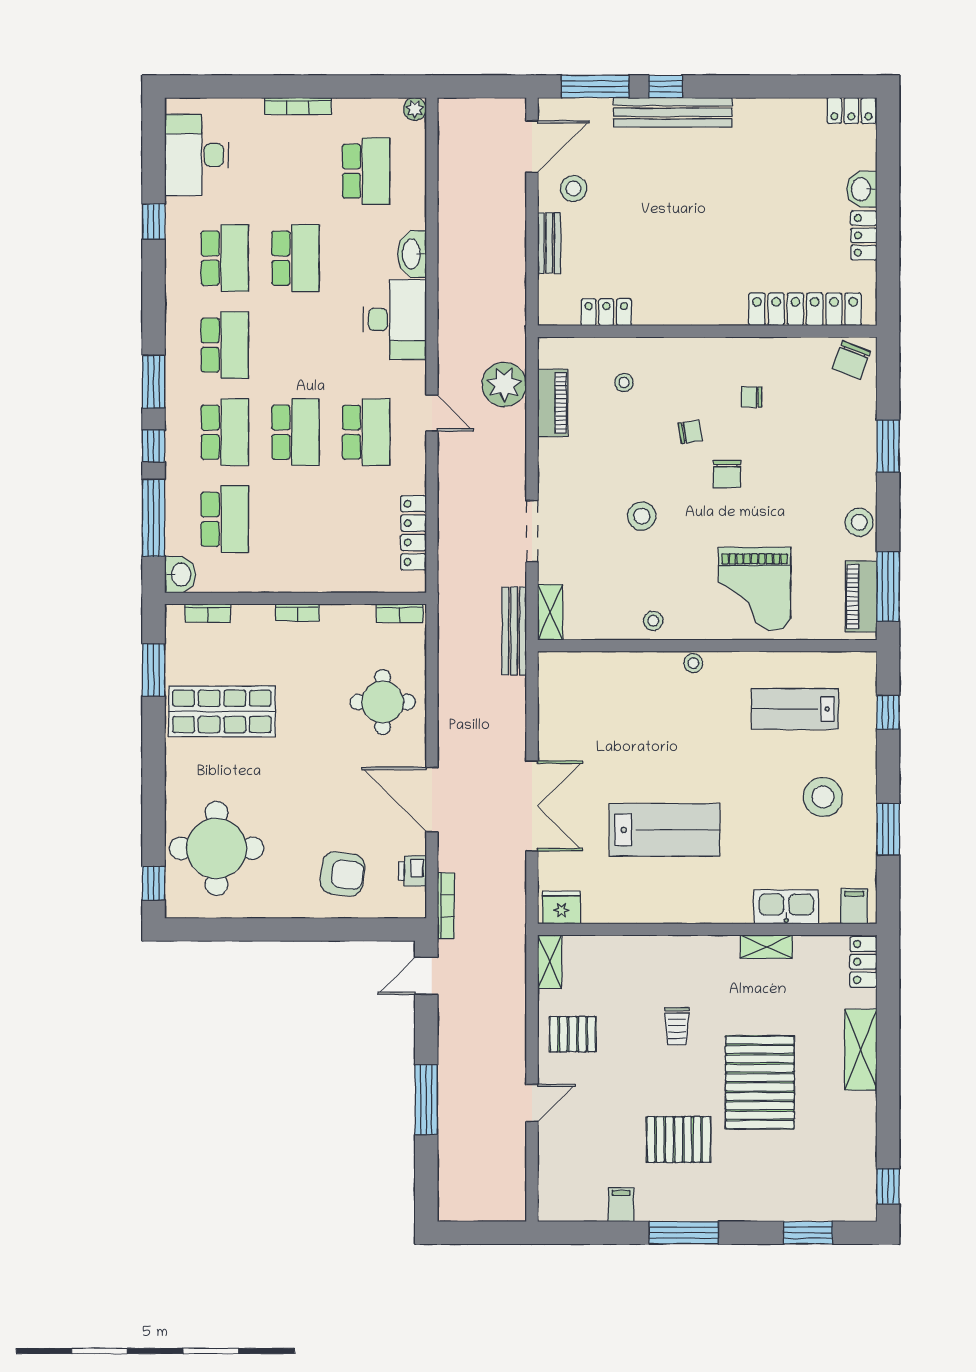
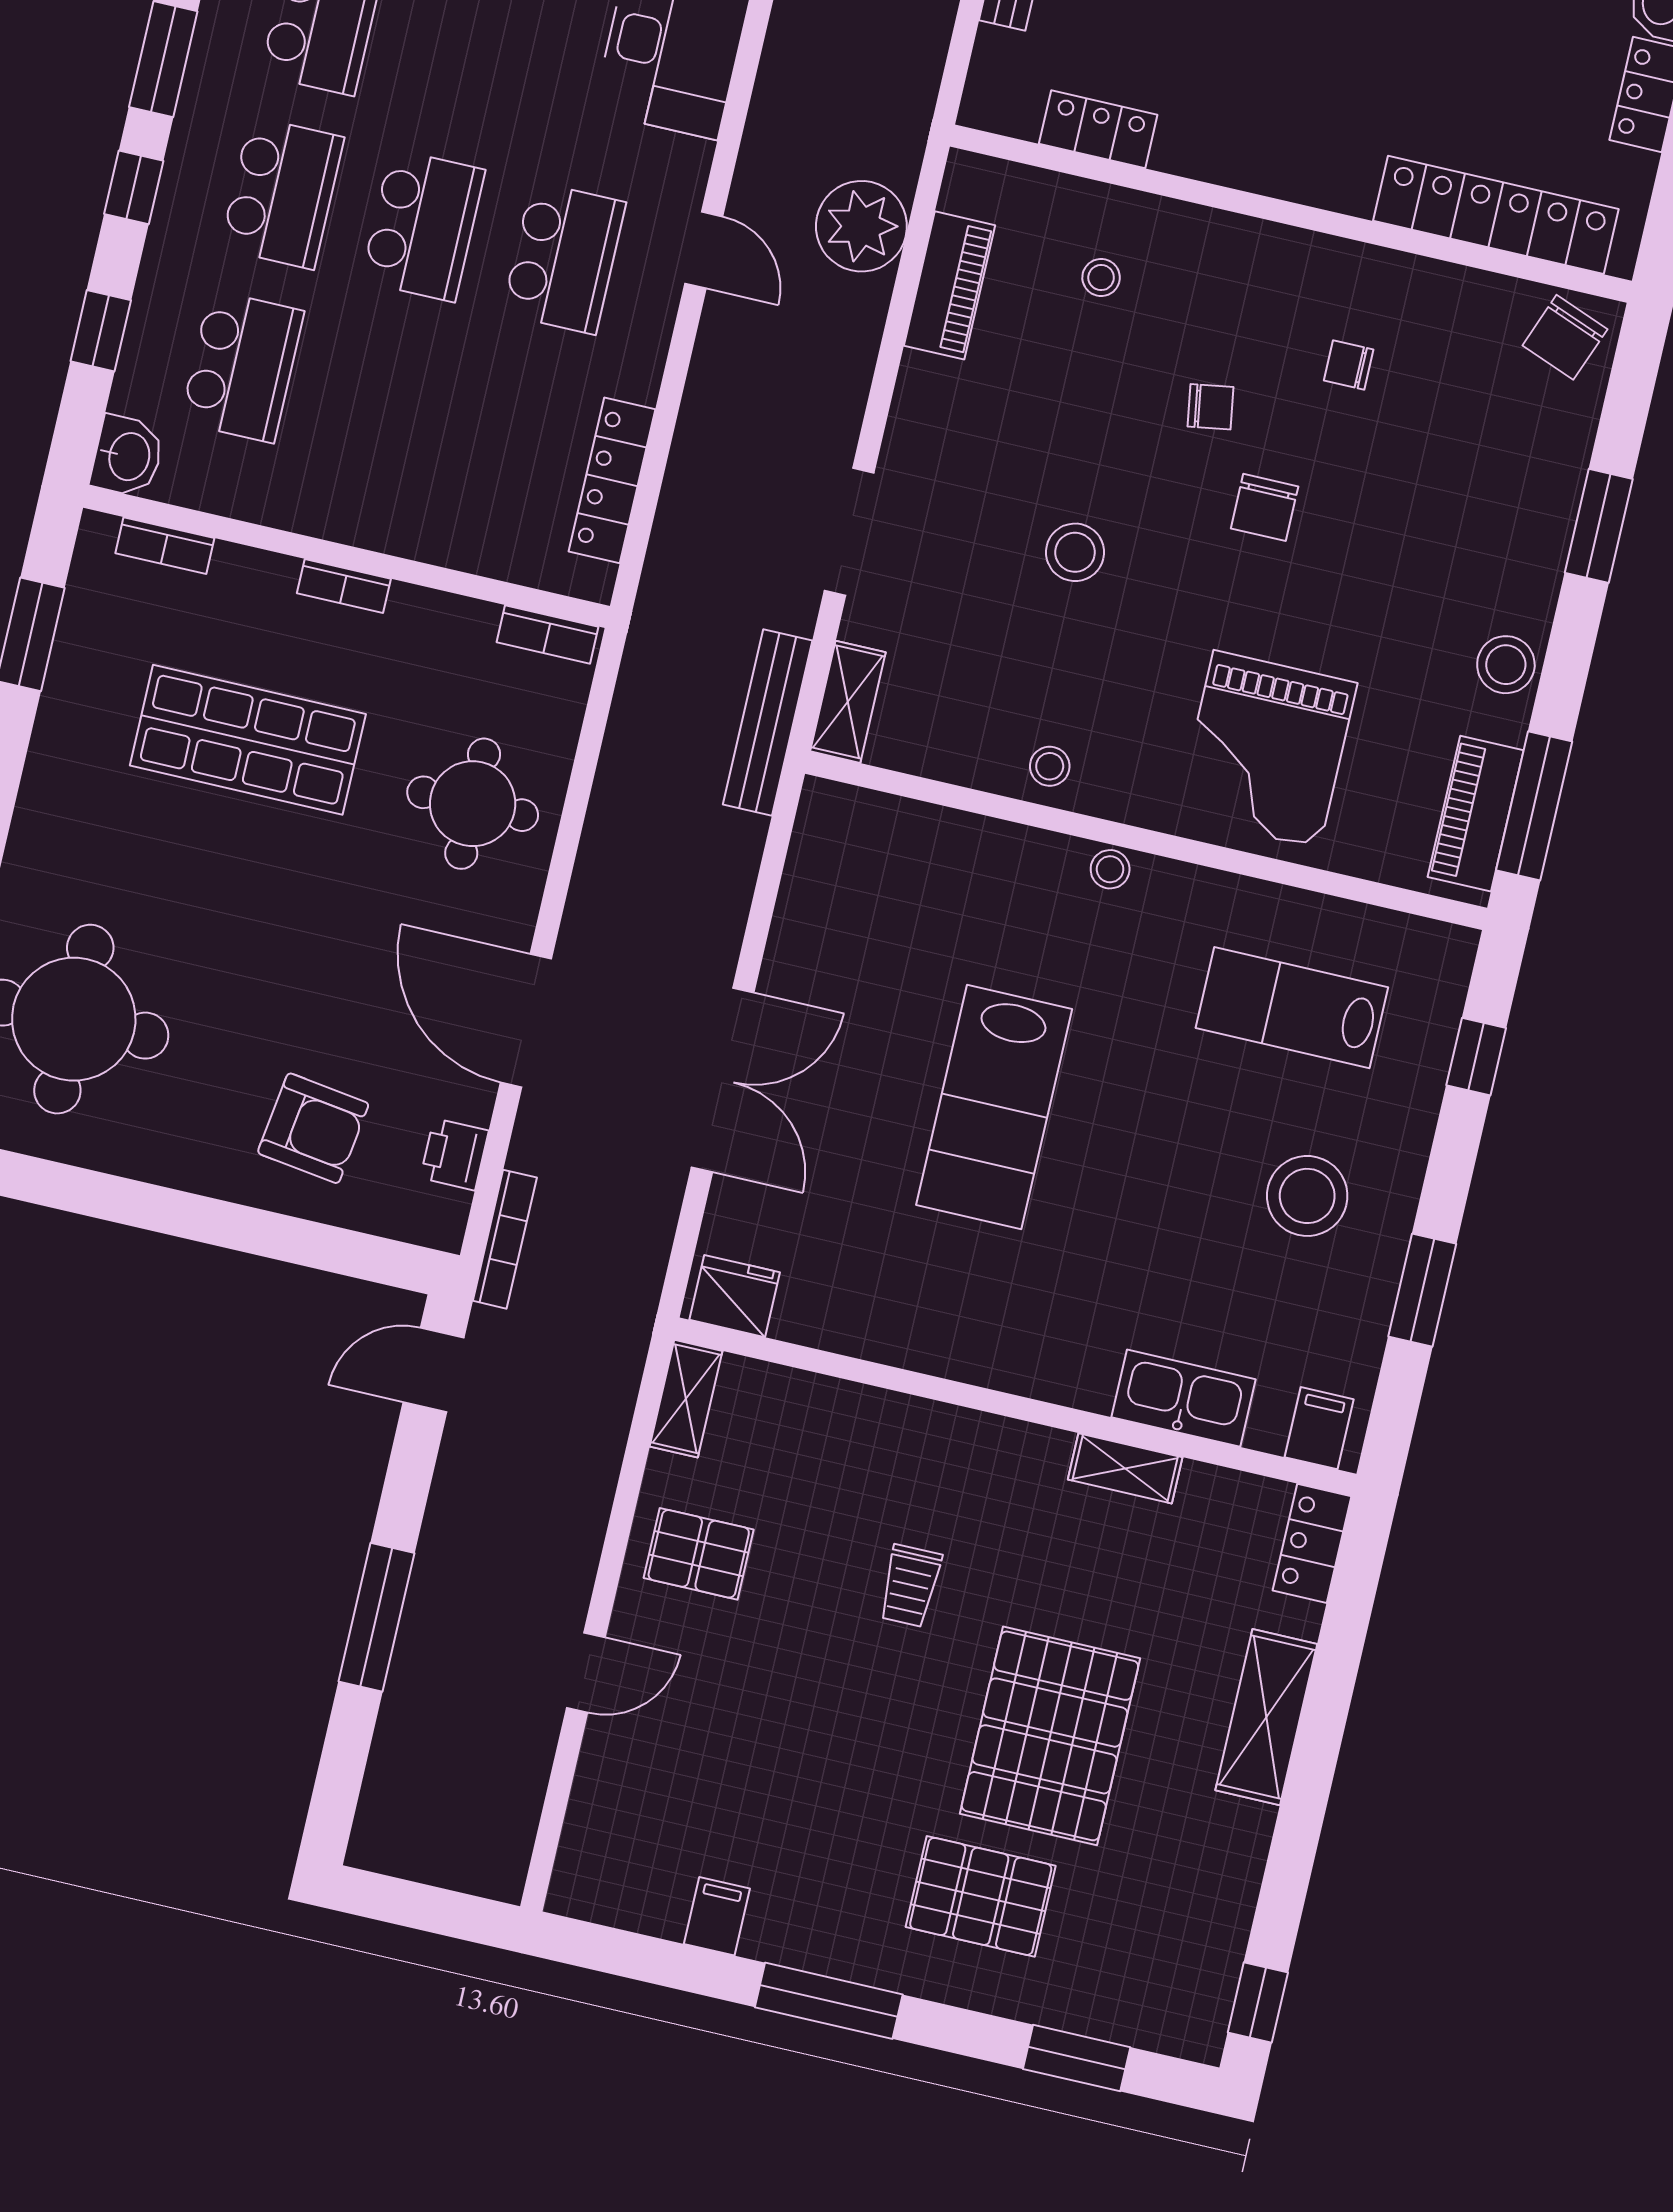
window: (154, 518) -> (101, 331), width x0.46
shop shelf: (222, 711) -> (248, 740), moved
lab bench: (665, 830) -> (994, 1107), moved, turned 90
pallet: (679, 1139) -> (981, 1896), moved

